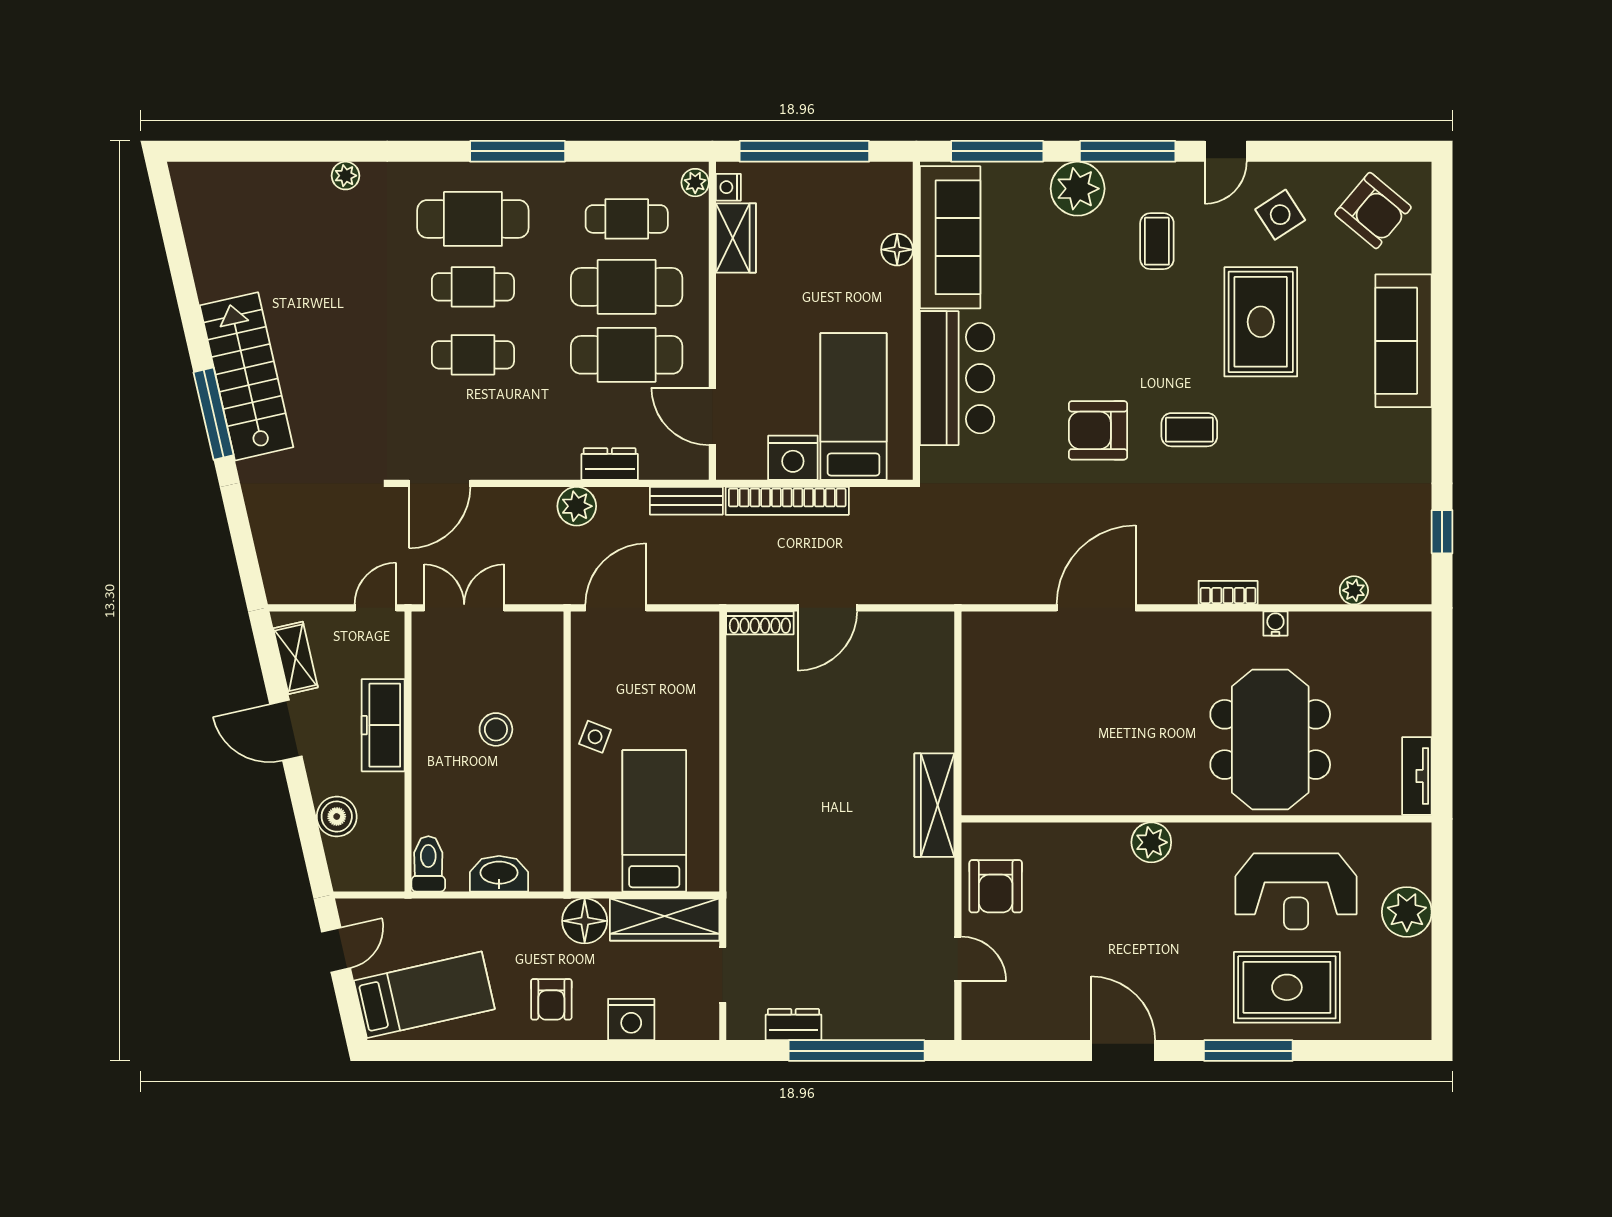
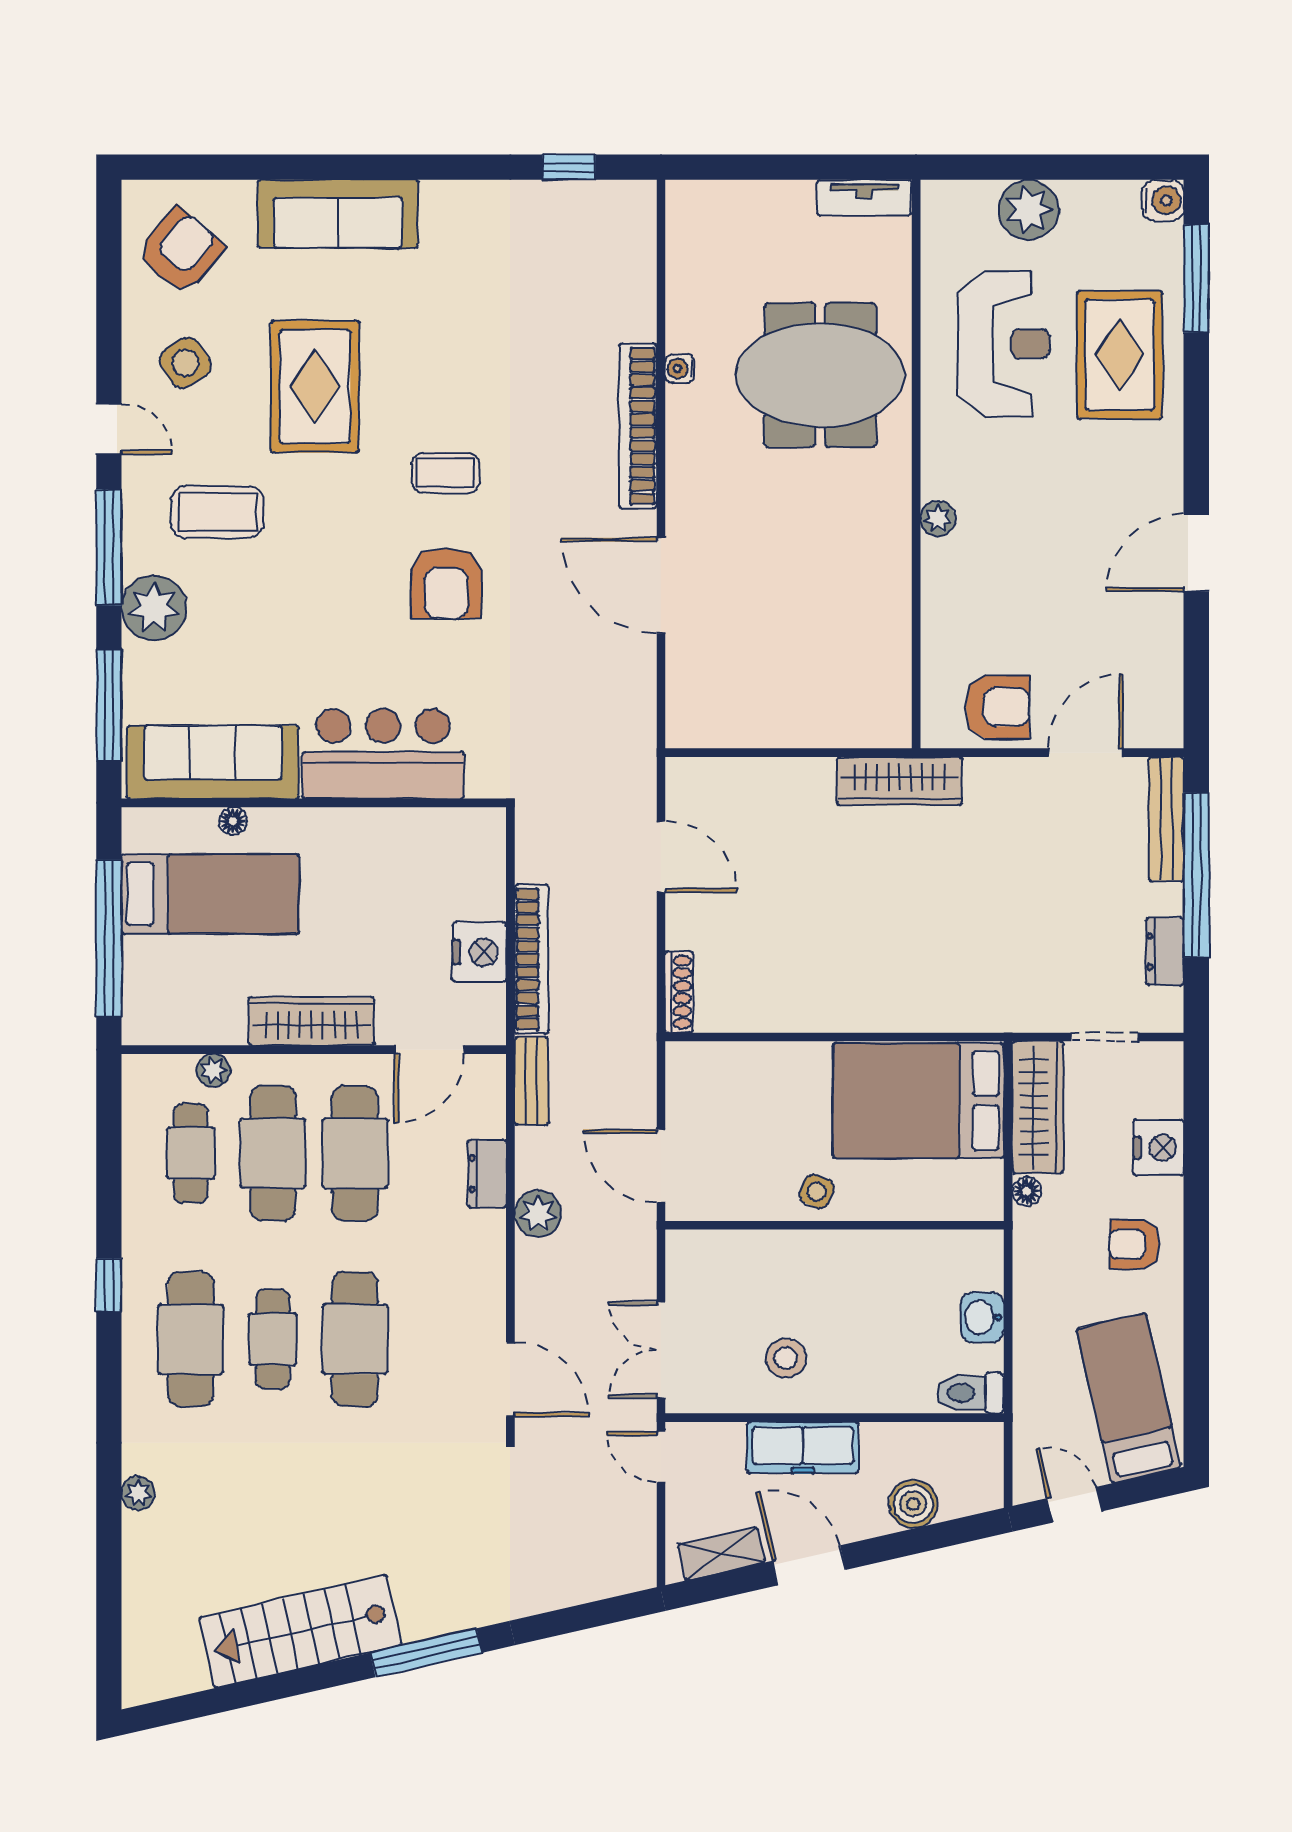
window: (518, 151) -> (109, 1285), width x0.46
plant: (695, 183) -> (214, 1070), moved
nightstand: (728, 187) -> (152, 1030), removed
wardrobe: (736, 238) -> (311, 1021), moved, width x1.50
coffee table: (1157, 241) -> (217, 512), width x1.36, depth x1.30
floor lamp: (897, 250) -> (233, 821), width x0.73, depth x0.73
rug: (1261, 322) -> (315, 386), turned 90
cafe table: (473, 355) -> (355, 1339), width x1.37, depth x1.35
stairs: (247, 376) -> (301, 1631), moved
bed: (853, 406) -> (210, 894), moved, turned 180
coffee table: (1189, 430) -> (445, 473), turned 90
plant: (1354, 590) -> (640, 274), removed
bookcase: (1228, 593) -> (638, 426), width x2.31, depth x1.31
door: (827, 608) -> (661, 857), moved
stool: (496, 729) -> (786, 1358), moved
door: (286, 730) -> (809, 1565), swing flipped
bed: (654, 821) -> (918, 1101), width x1.50
plant: (1151, 842) -> (938, 519), width x0.73, depth x0.73
washbasin: (499, 874) -> (982, 1317), width x0.72
floor lamp: (585, 921) -> (1027, 1191), width x0.53, depth x0.53
door: (958, 959) -> (1086, 753), width x1.38
armchair: (551, 999) -> (1134, 1244), turned 180
water cooler: (1415, 1023) -> (1163, 200), added
bench: (903, 1026) -> (1166, 819), added
window: (1248, 1051) -> (1196, 279), moved

